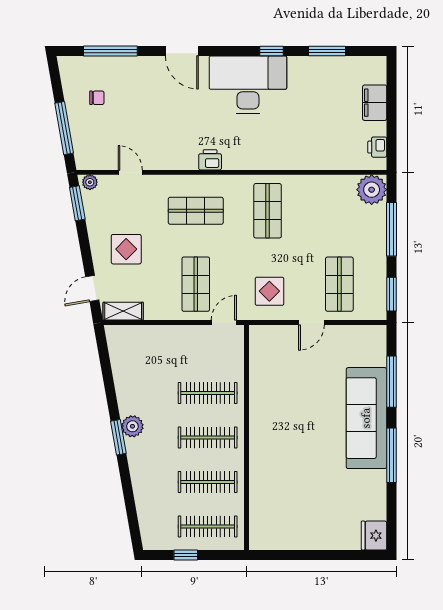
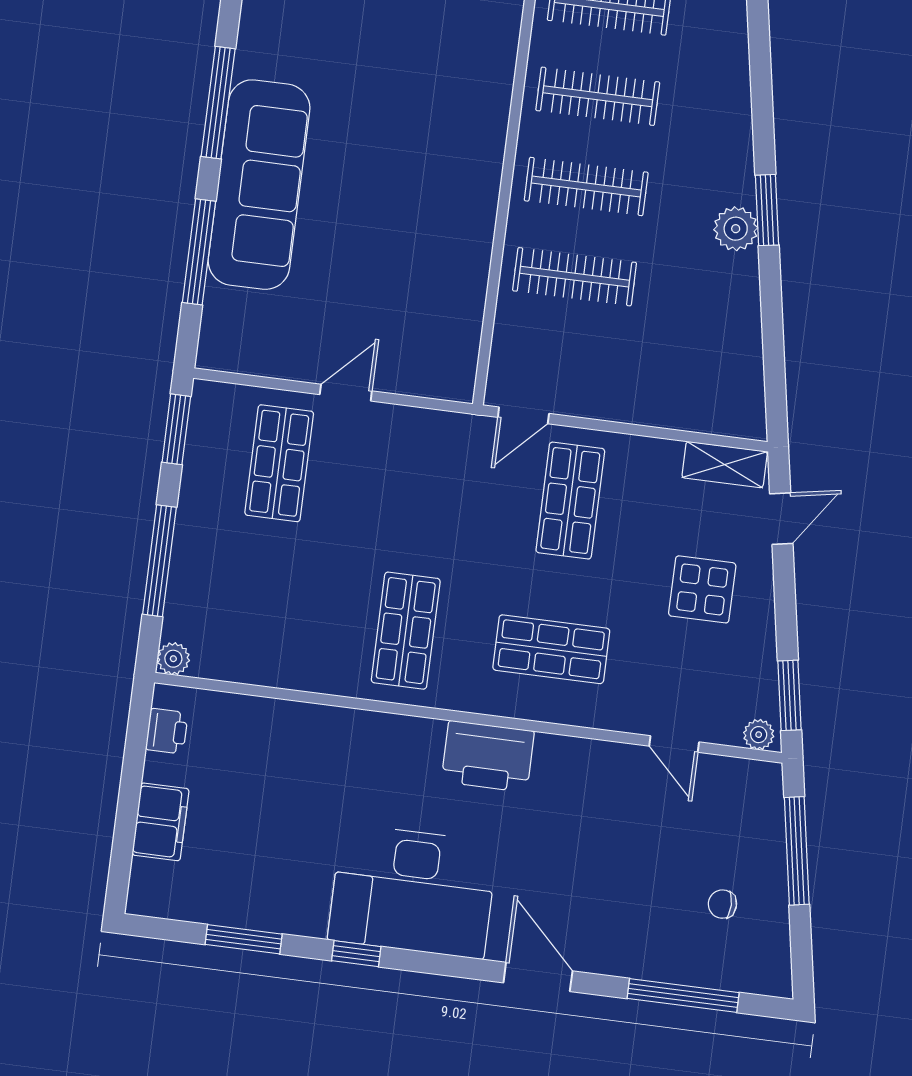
printer: (210, 160) -> (488, 756), width x1.87, depth x1.48
plant: (372, 190) -> (173, 659), width x0.53, depth x0.53
display table: (269, 291) -> (423, 467), removed

